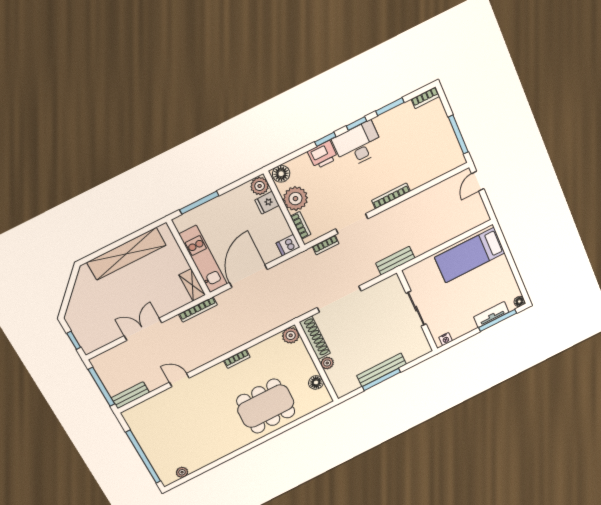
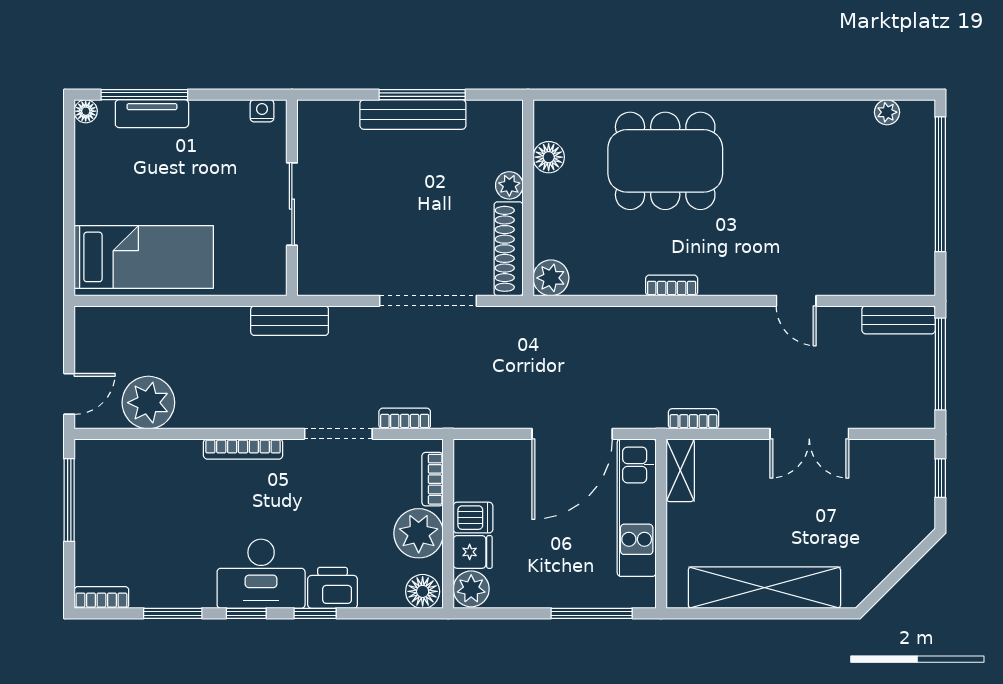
plant: (441, 195) -> (148, 403), added
dishwasher: (288, 245) -> (473, 518), moved
bookcase: (198, 309) -> (693, 419), width x0.64

